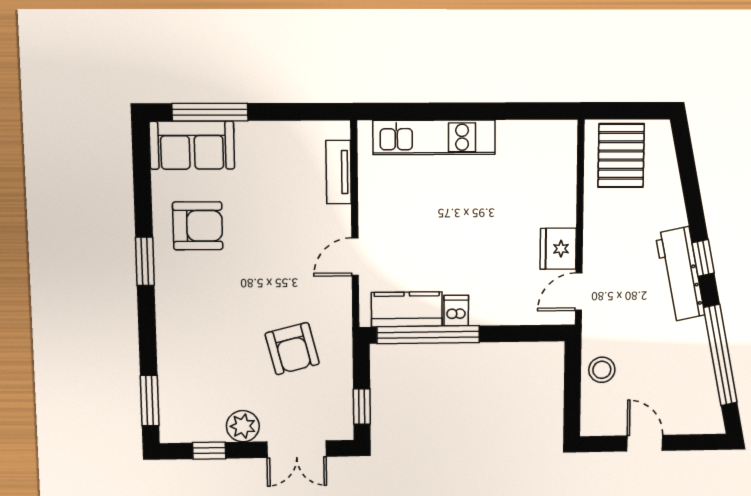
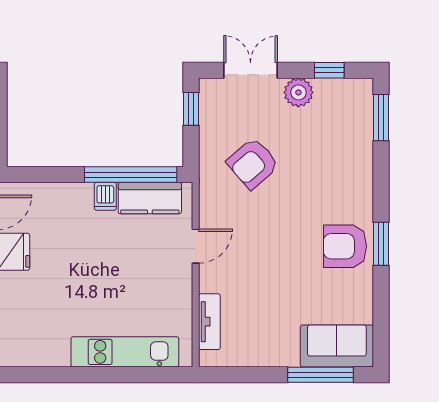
armchair: (198, 226) -> (345, 246), moved
armchair: (292, 349) -> (253, 163), turned -117

